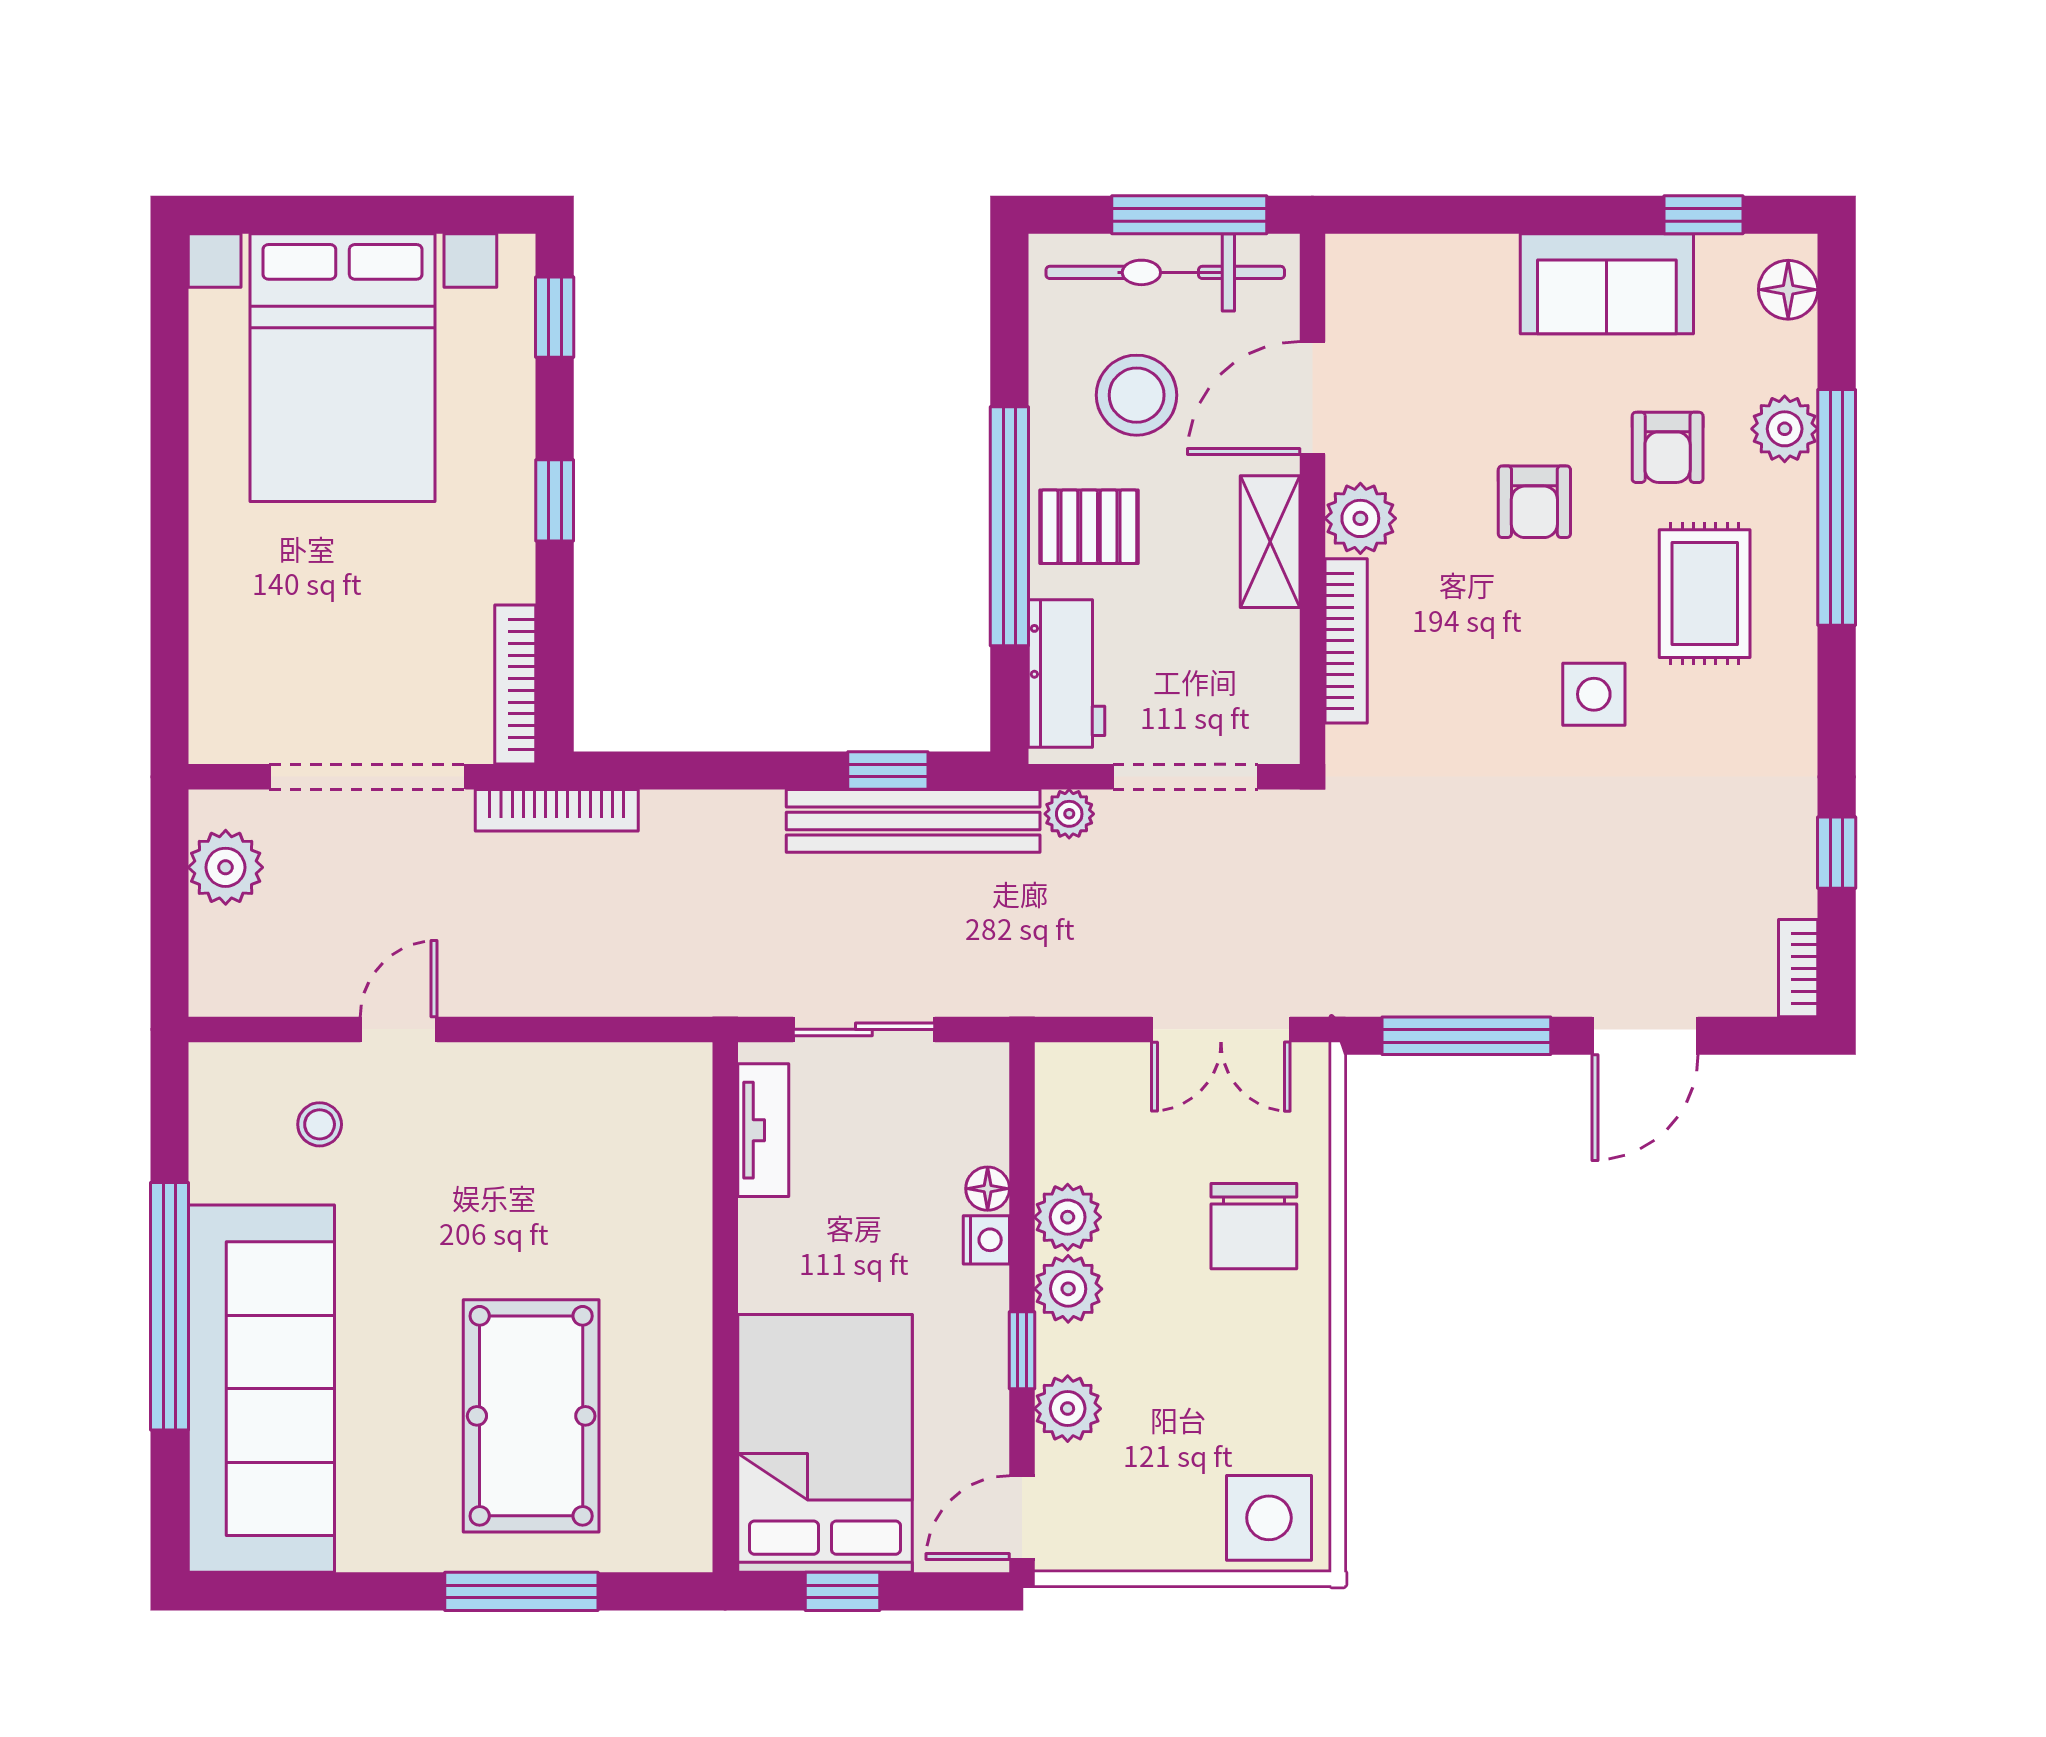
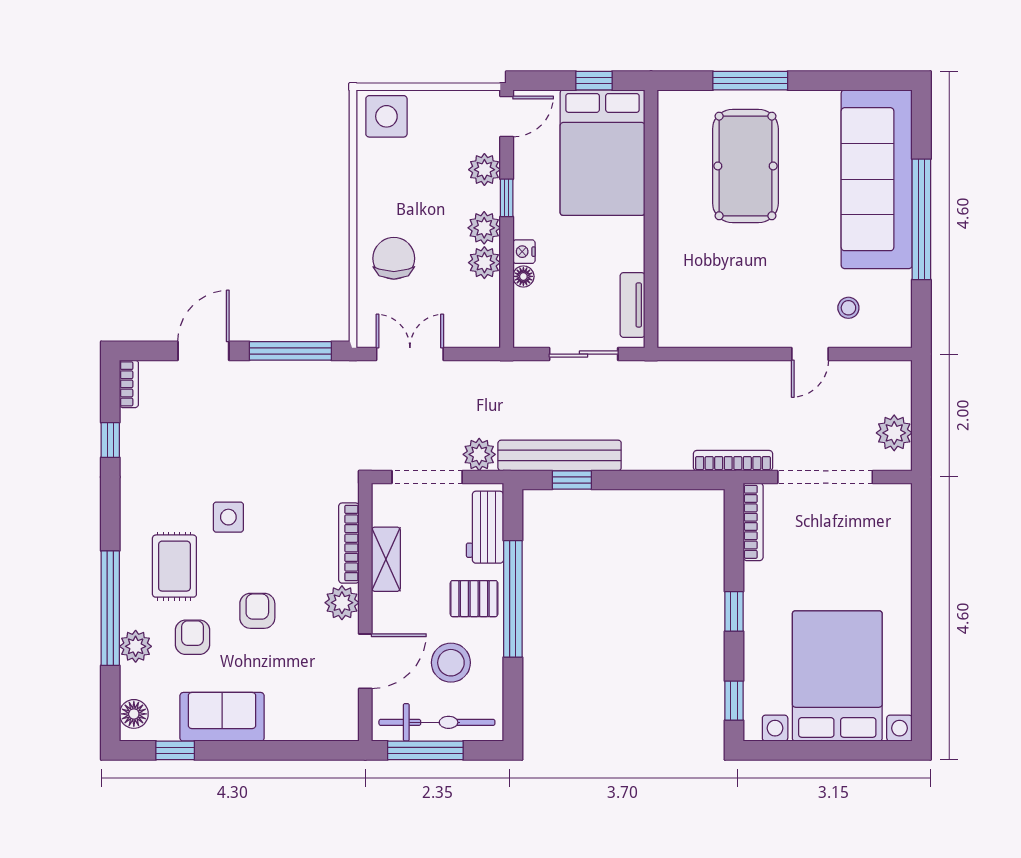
shelving: (1270, 542) -> (386, 559), moved
plant: (1069, 814) -> (479, 454), width x1.38, depth x1.38

